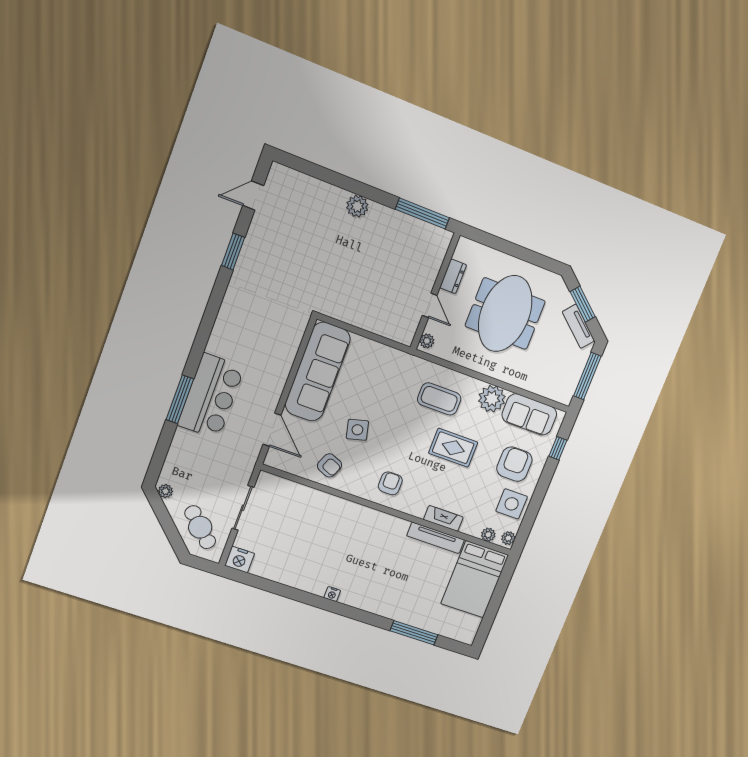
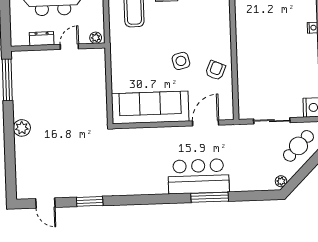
armchair: (390, 483) -> (211, 20), removed

